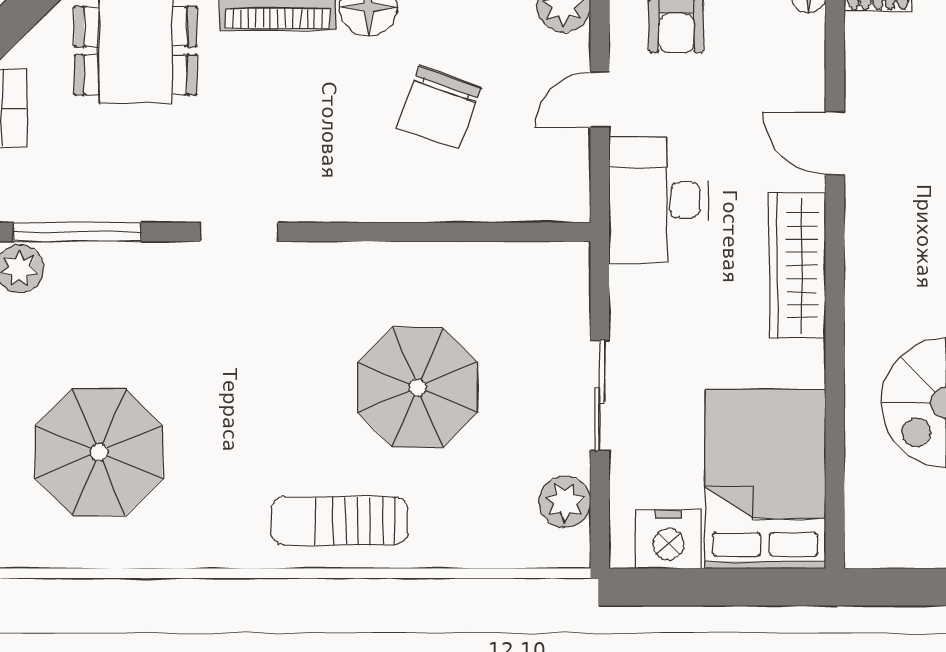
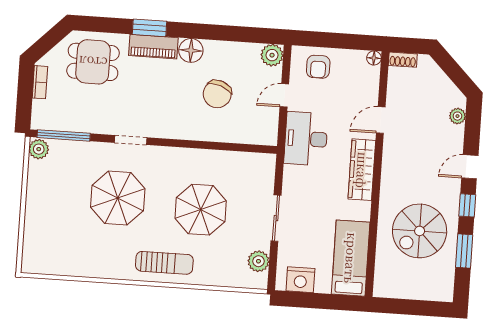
door: (835, 143) -> (381, 120), hinge flipped
parasol: (99, 452) -> (118, 198), moved
bed: (765, 479) -> (351, 258), width x0.67
sun lounger: (339, 521) -> (164, 263), turned 180

